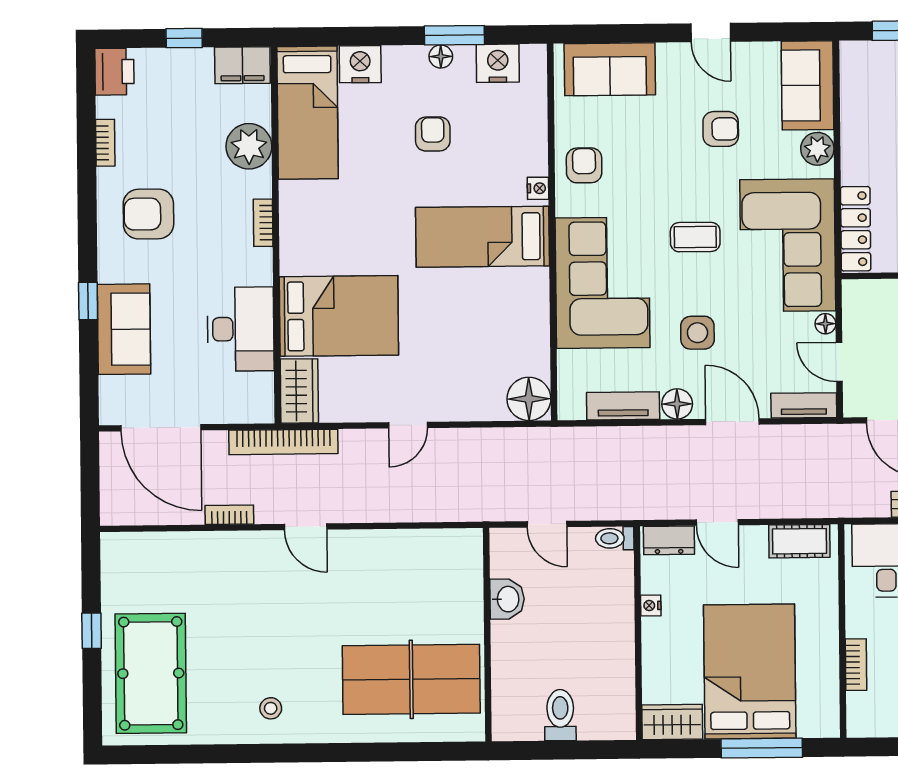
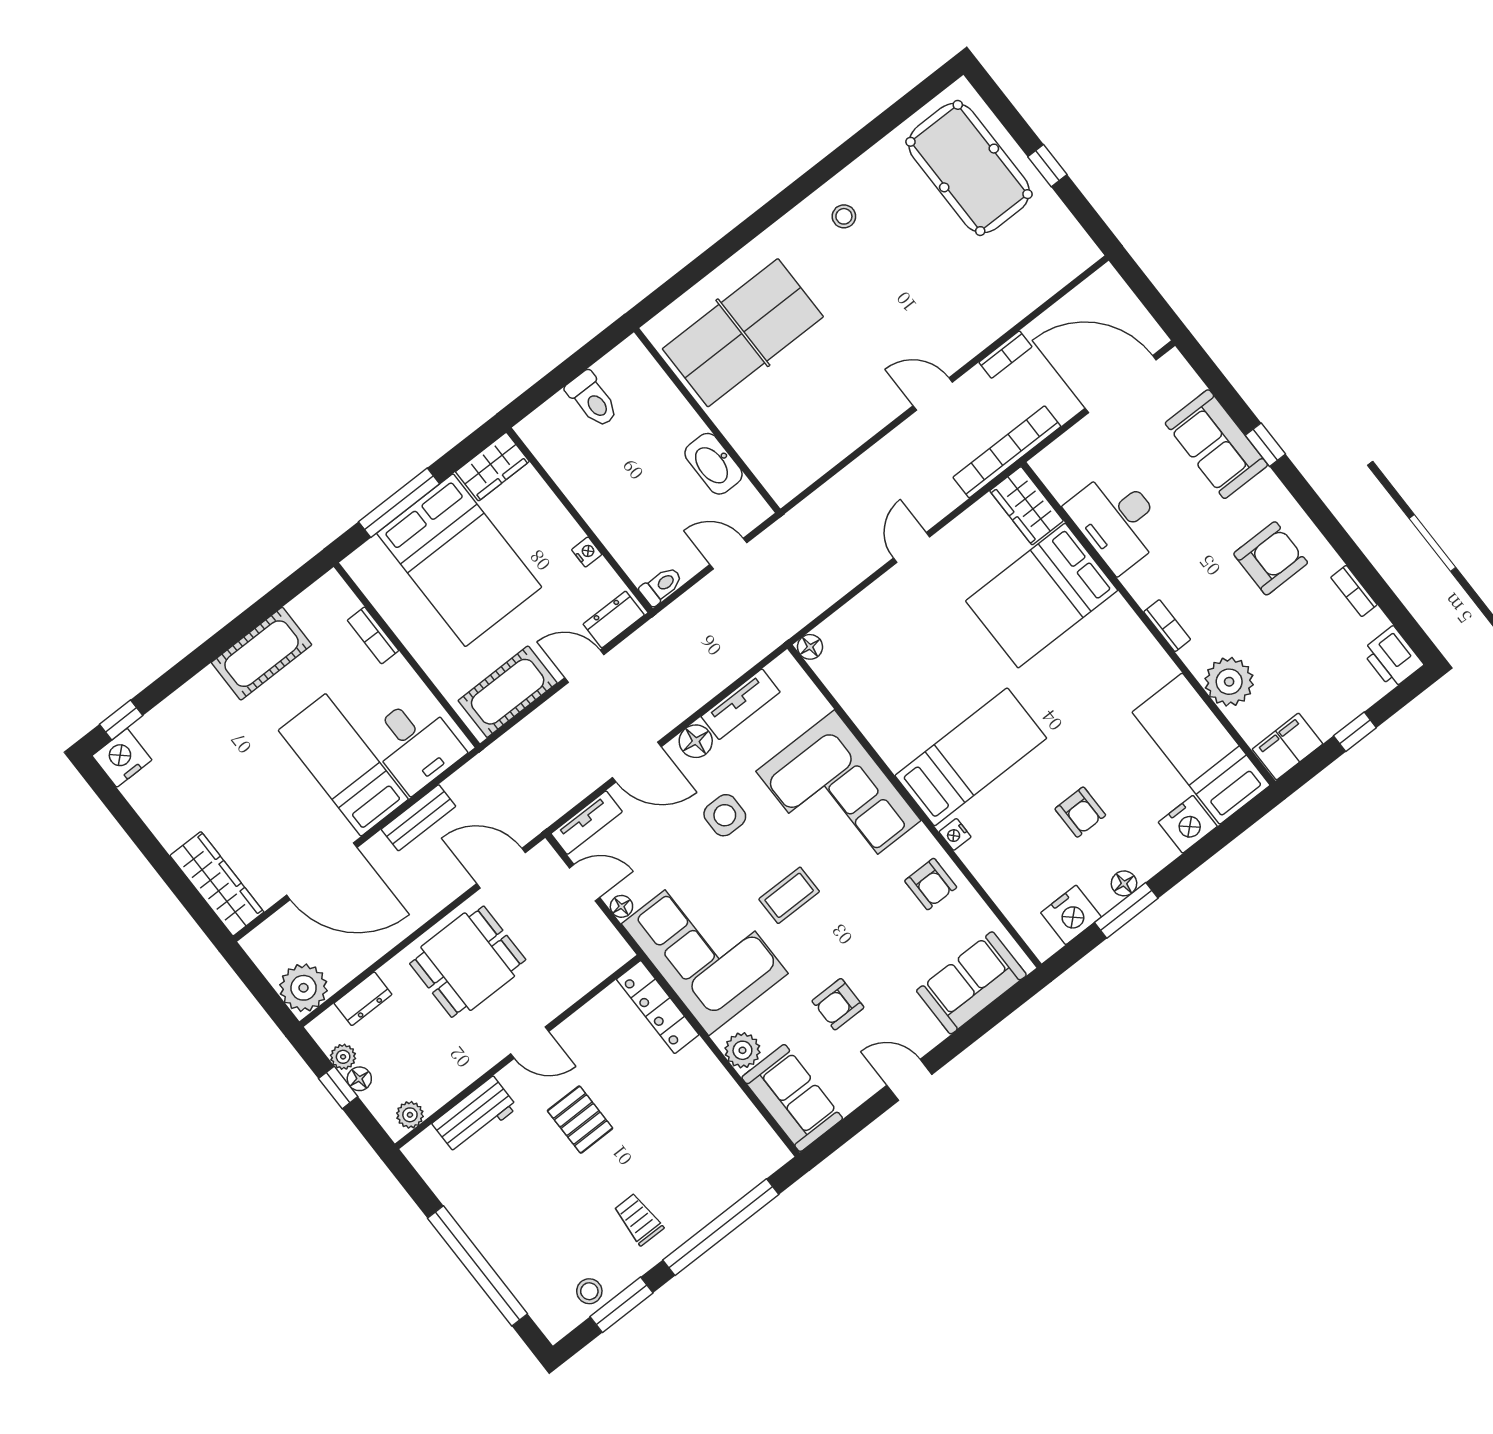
floor lamp: (529, 399) -> (810, 647), width x0.53, depth x0.53
cot: (799, 541) -> (508, 692), width x1.37, depth x1.34
washbasin: (507, 599) -> (713, 464), width x1.38

